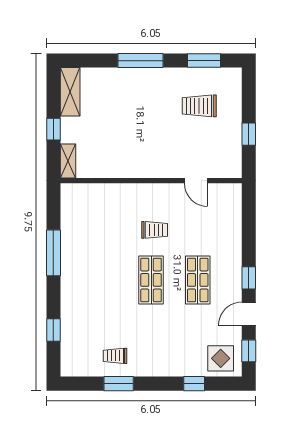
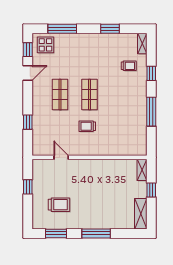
window: (249, 278) -> (28, 122), moved
window: (53, 330) -> (151, 73), moved
trolley: (115, 356) -> (129, 66), moved
shelving: (68, 361) -> (142, 43), added
window: (194, 384) -> (62, 29), width x2.17

